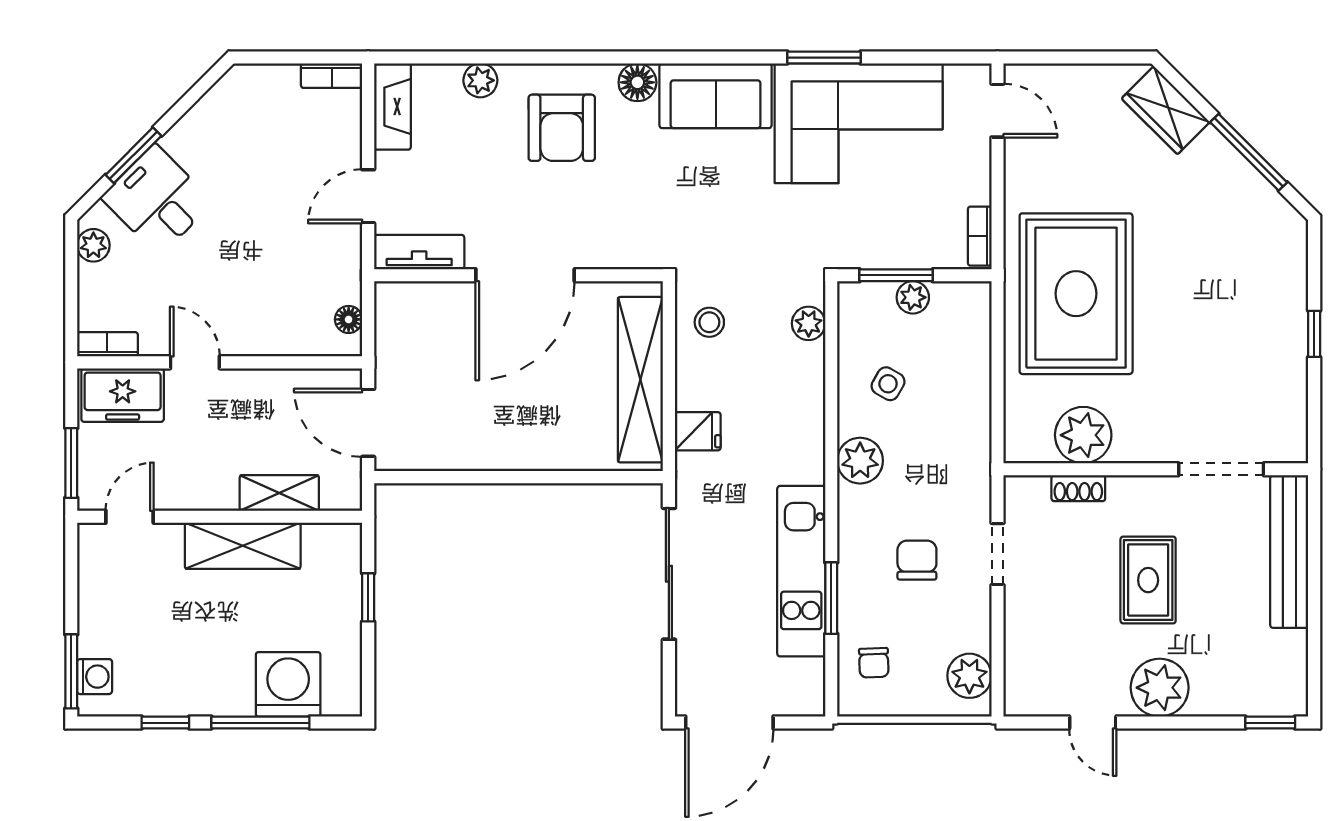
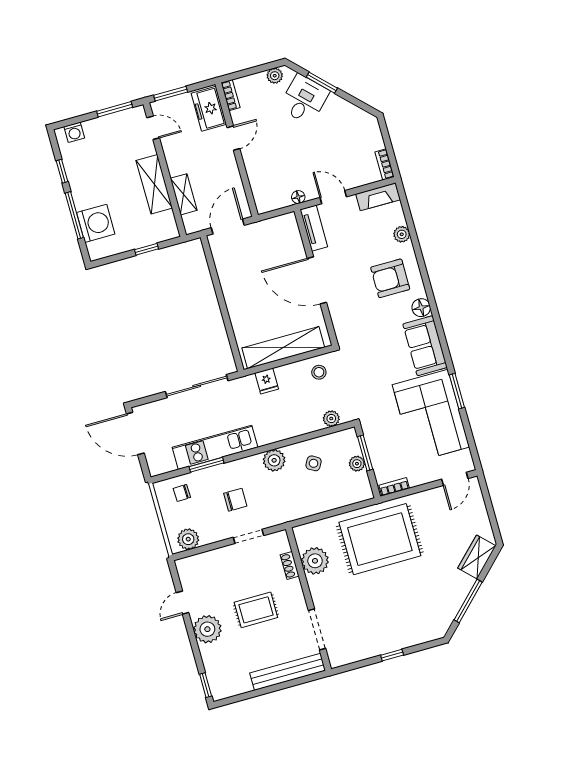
floor lamp: (349, 319) -> (298, 197), moved
window: (71, 671) -> (115, 109), moved

